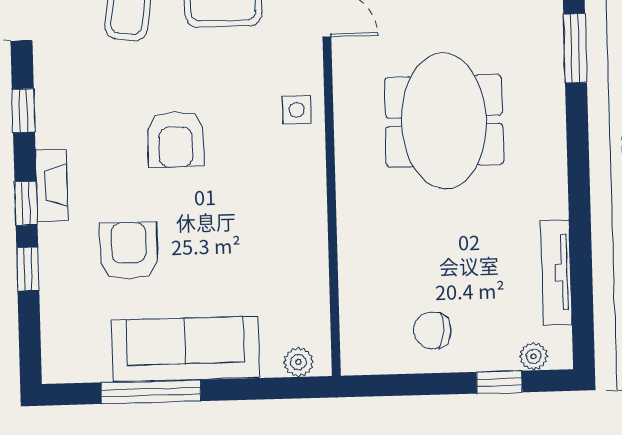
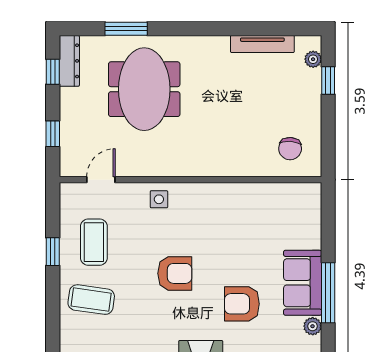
meeting table: (444, 121) -> (144, 89), moved, turned 90
chair: (432, 330) -> (290, 149), moved
sofa: (185, 349) -> (303, 283), width x0.73
plant: (298, 362) -> (313, 326), moved

